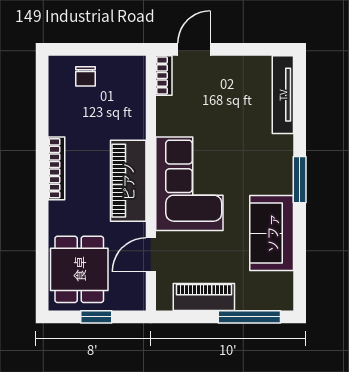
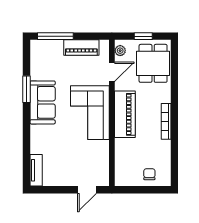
bookcase: (164, 75) -> (104, 175), removed
tv unit: (283, 95) -> (36, 170), width x0.71
window: (300, 180) -> (26, 89), moved
sofa: (272, 233) -> (43, 102), moved
plant: (137, 292) -> (120, 51), added

